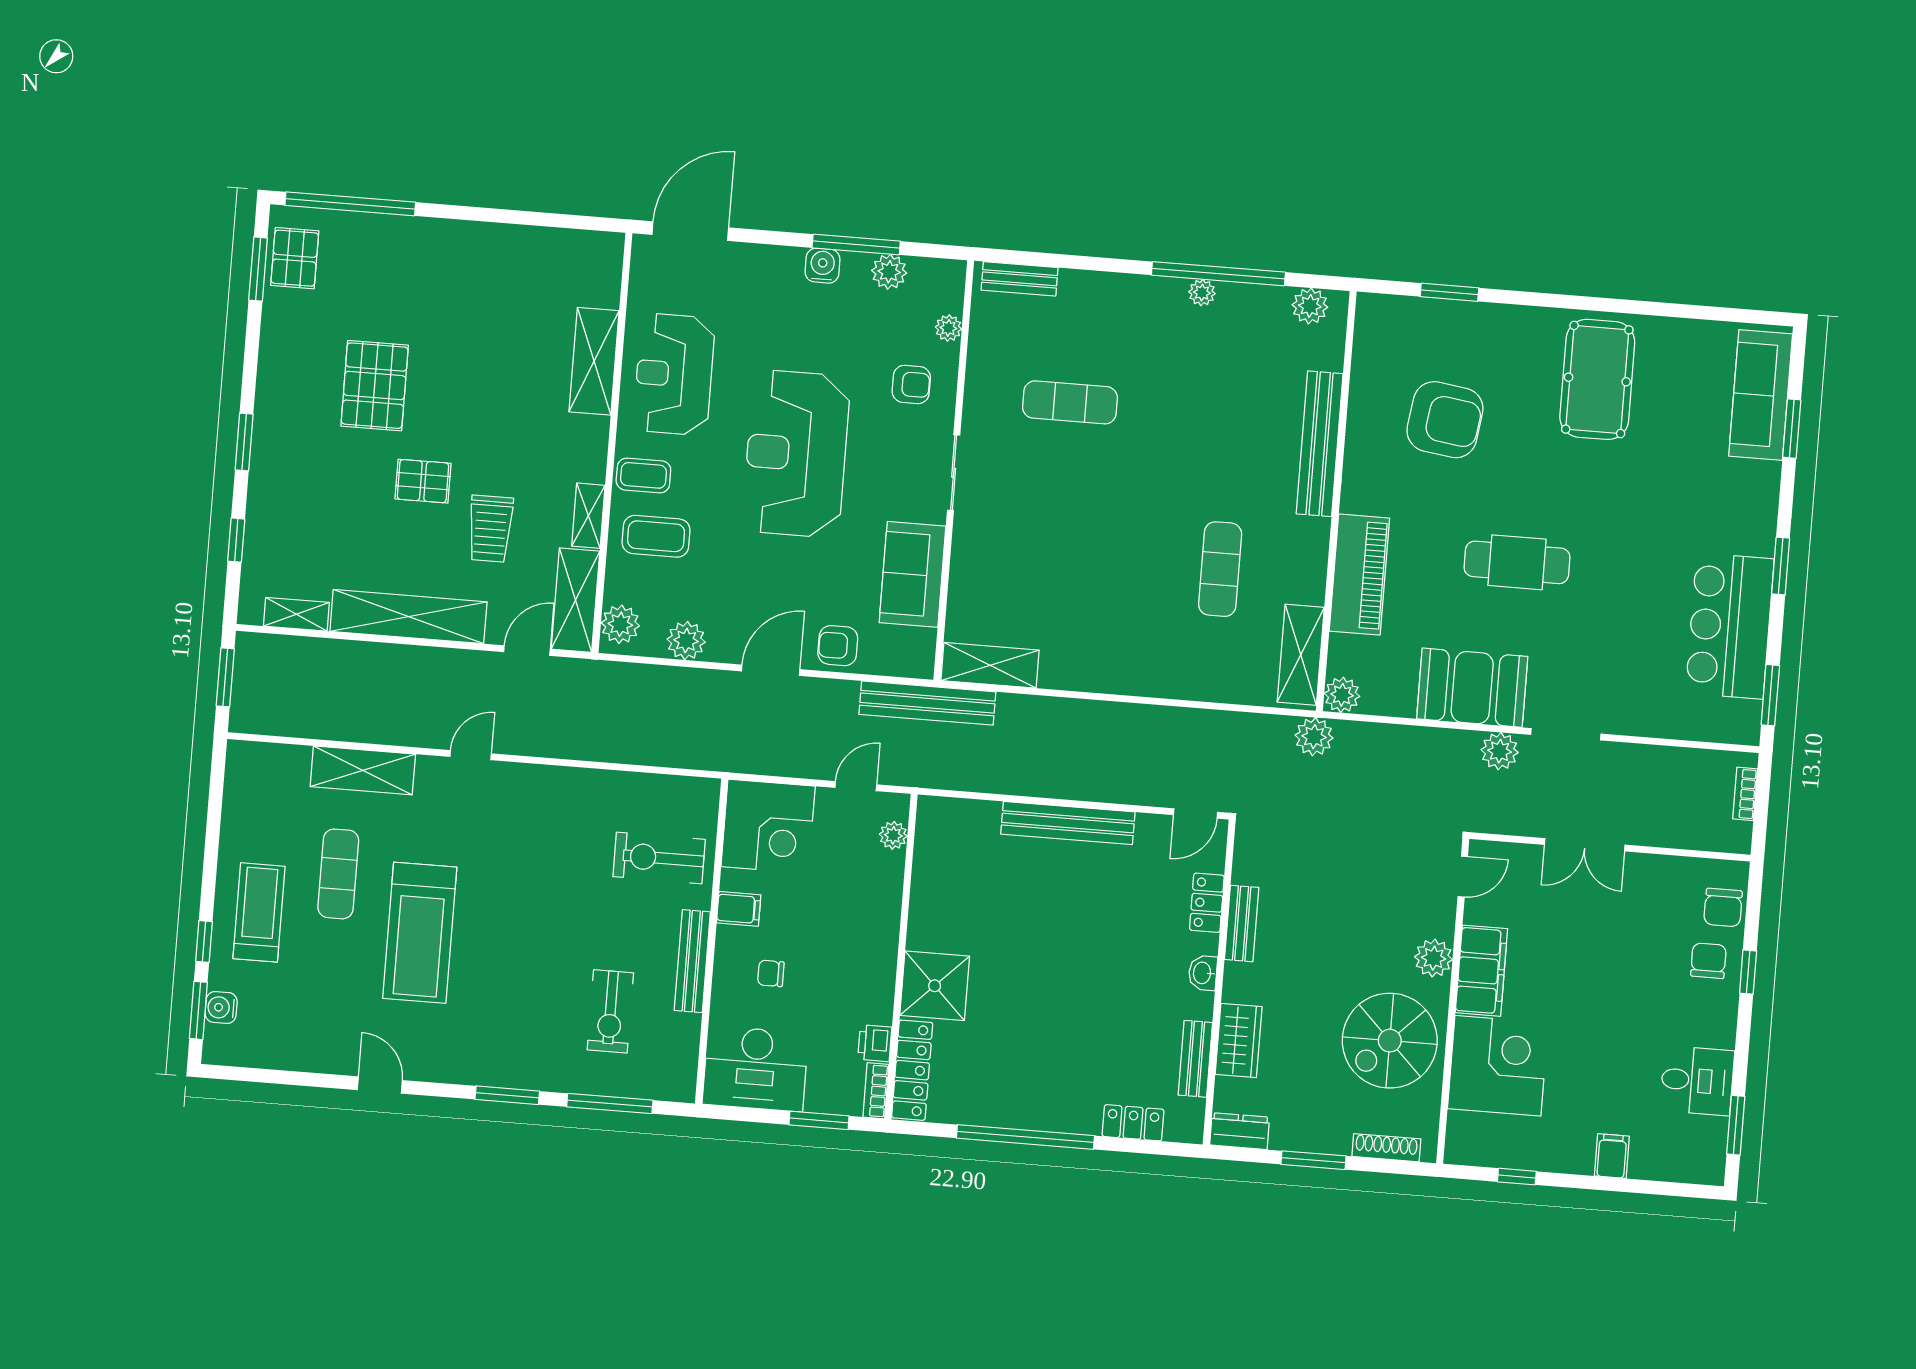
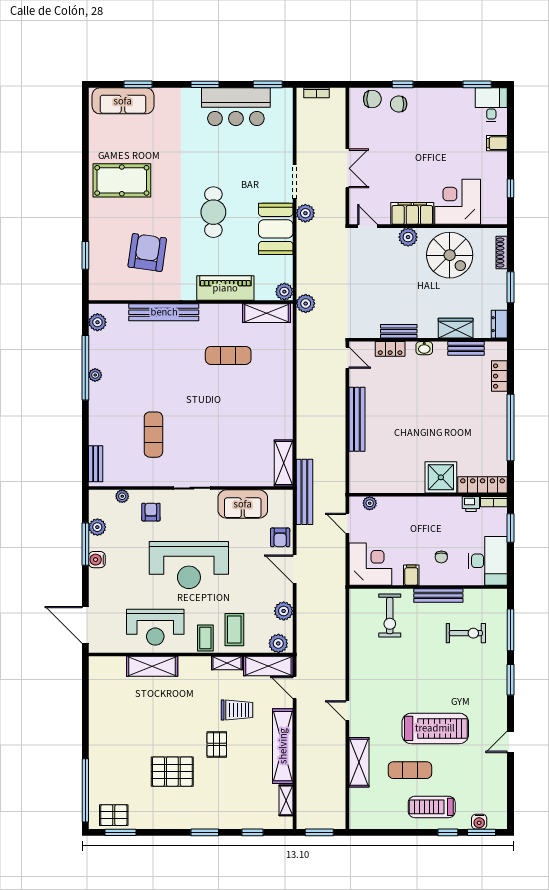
desk: (1697, 1081) -> (491, 105), moved

